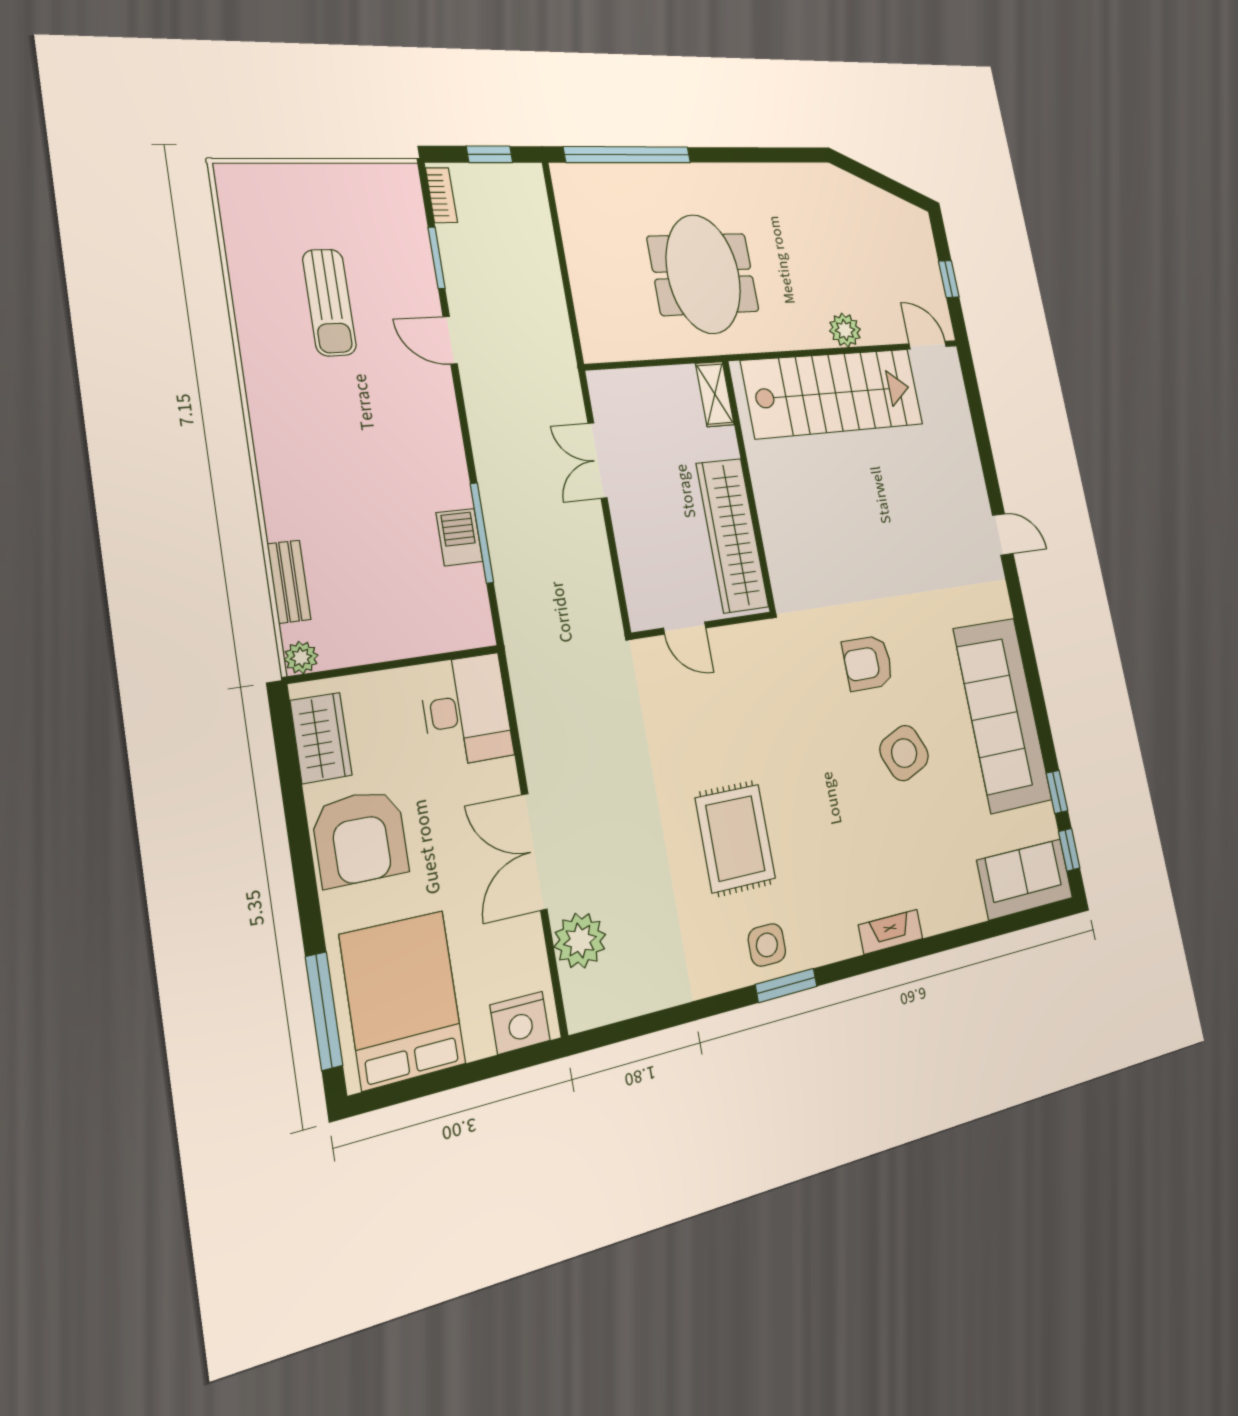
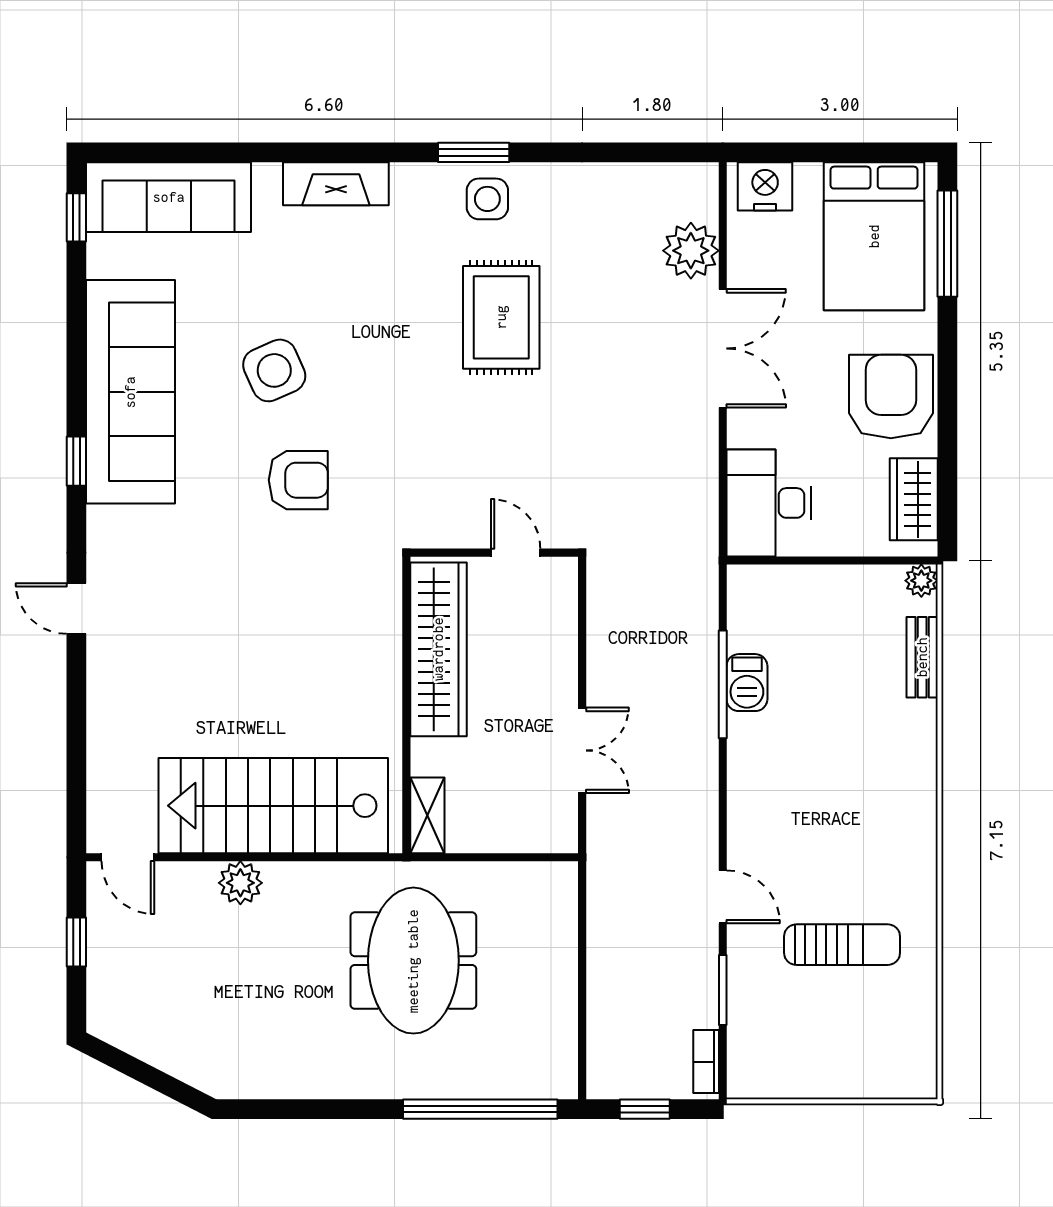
sun lounger: (329, 302) -> (842, 945), turned 90
window: (1057, 792) -> (76, 461), moved
sofa: (1025, 879) -> (169, 197), width x1.36
fireplace: (891, 932) -> (336, 184), width x1.37, depth x1.32

